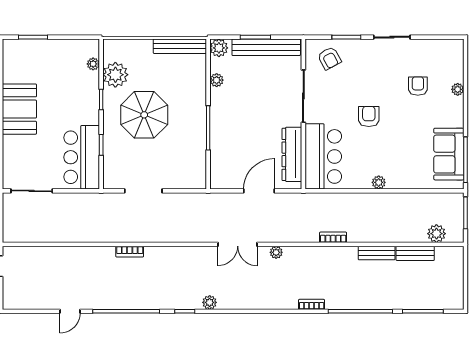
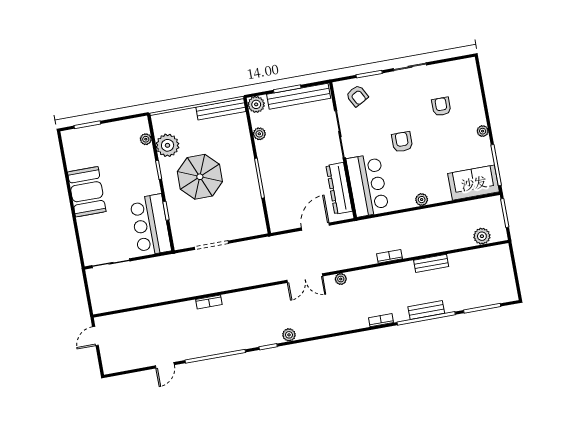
plant: (458, 89) -> (483, 131), moved
sofa: (449, 154) -> (474, 183), moved, turned 90
bench: (415, 253) -> (426, 310), moved

